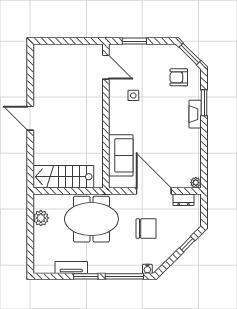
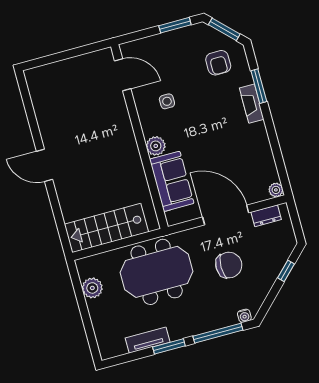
window: (134, 41) -> (175, 25), moved
armchair: (179, 77) -> (218, 63), turned -90
plant: (116, 126) -> (156, 146), added

